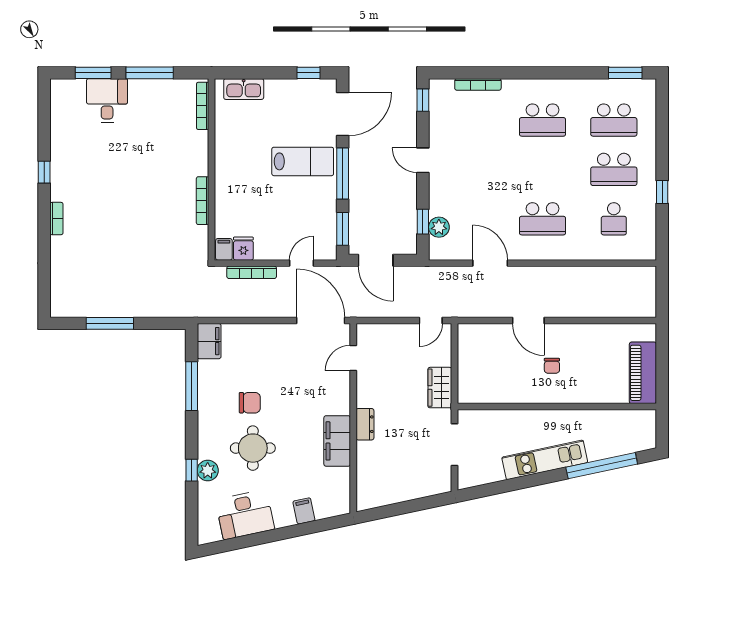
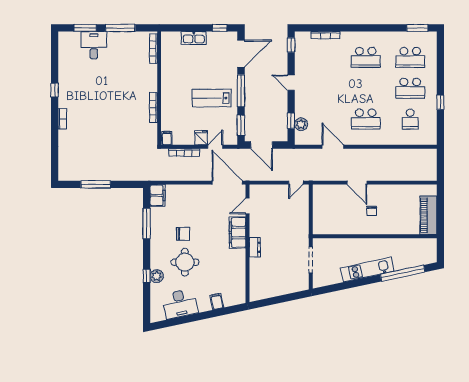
kitchen sink: (244, 89) -> (194, 38), moved
lab bench: (303, 161) -> (212, 98), moved, turned 180
fridge: (243, 249) -> (201, 138), moved
wardrobe: (440, 388) -> (302, 224), removed
filing cabinet: (337, 441) -> (238, 233), moved

